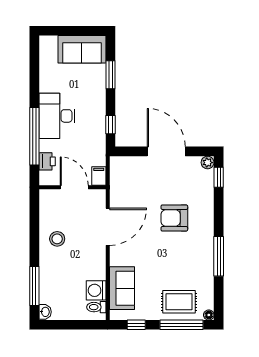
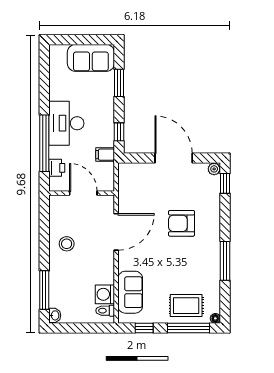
filing cabinet: (99, 176) -> (105, 155), moved, turned -90

